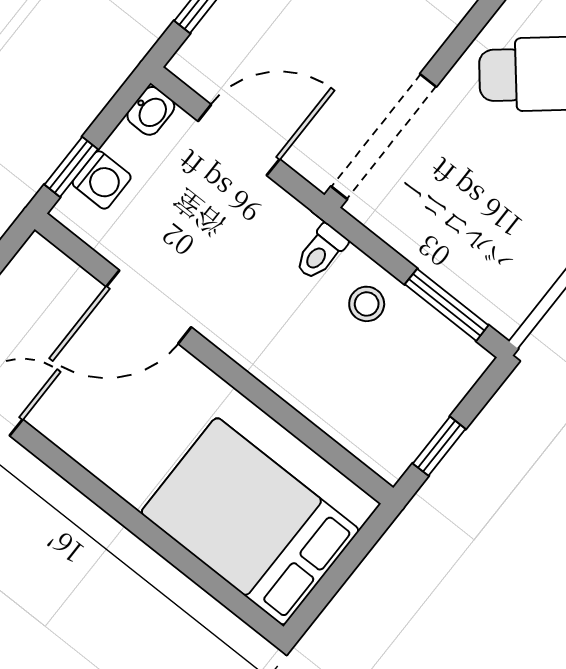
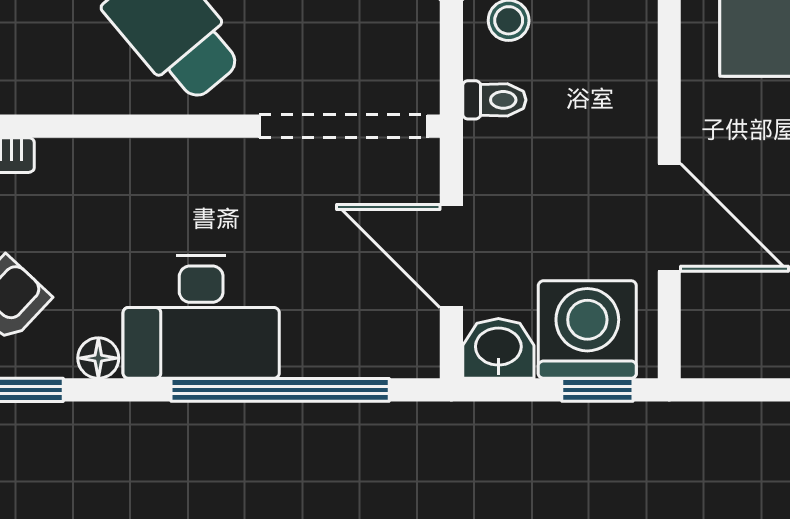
washbasin: (151, 111) -> (498, 348), width x1.38, depth x1.45
washing machine: (102, 180) -> (587, 330), width x1.89, depth x1.89

